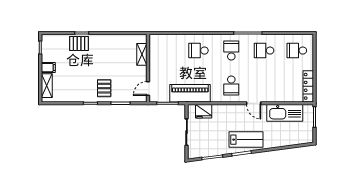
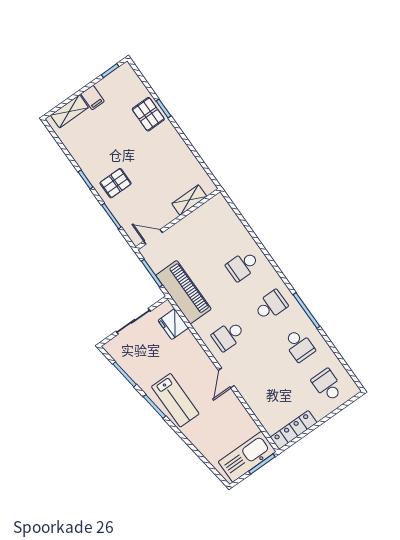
school desk: (198, 51) -> (243, 266), turned -90
school desk: (264, 51) -> (299, 345), turned 180
kitchen sink: (285, 113) -> (247, 457), moved, turned 90

